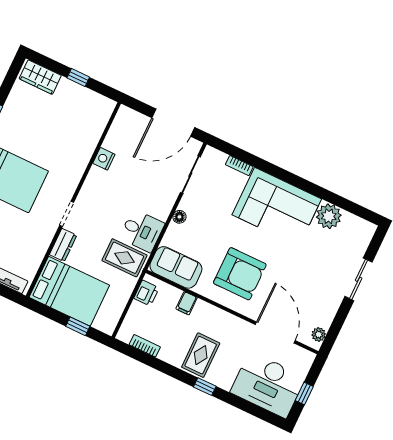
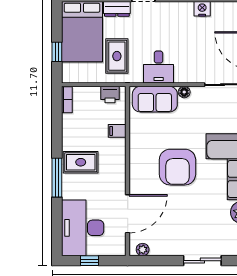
rug: (124, 258) -> (117, 56), moved
sofa: (176, 267) -> (155, 99), moved, turned 90
armchair: (240, 274) -> (177, 167), moved
bookcase: (145, 346) -> (67, 100), moved
window: (205, 387) -> (57, 178), width x2.17

